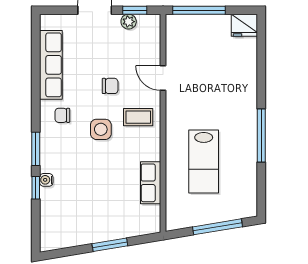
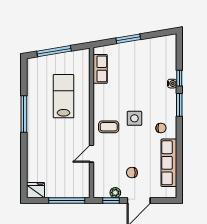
door: (163, 78) -> (92, 154), swing flipped
chair: (110, 86) -> (132, 173), moved
row of seats: (151, 183) -> (100, 69), moved

